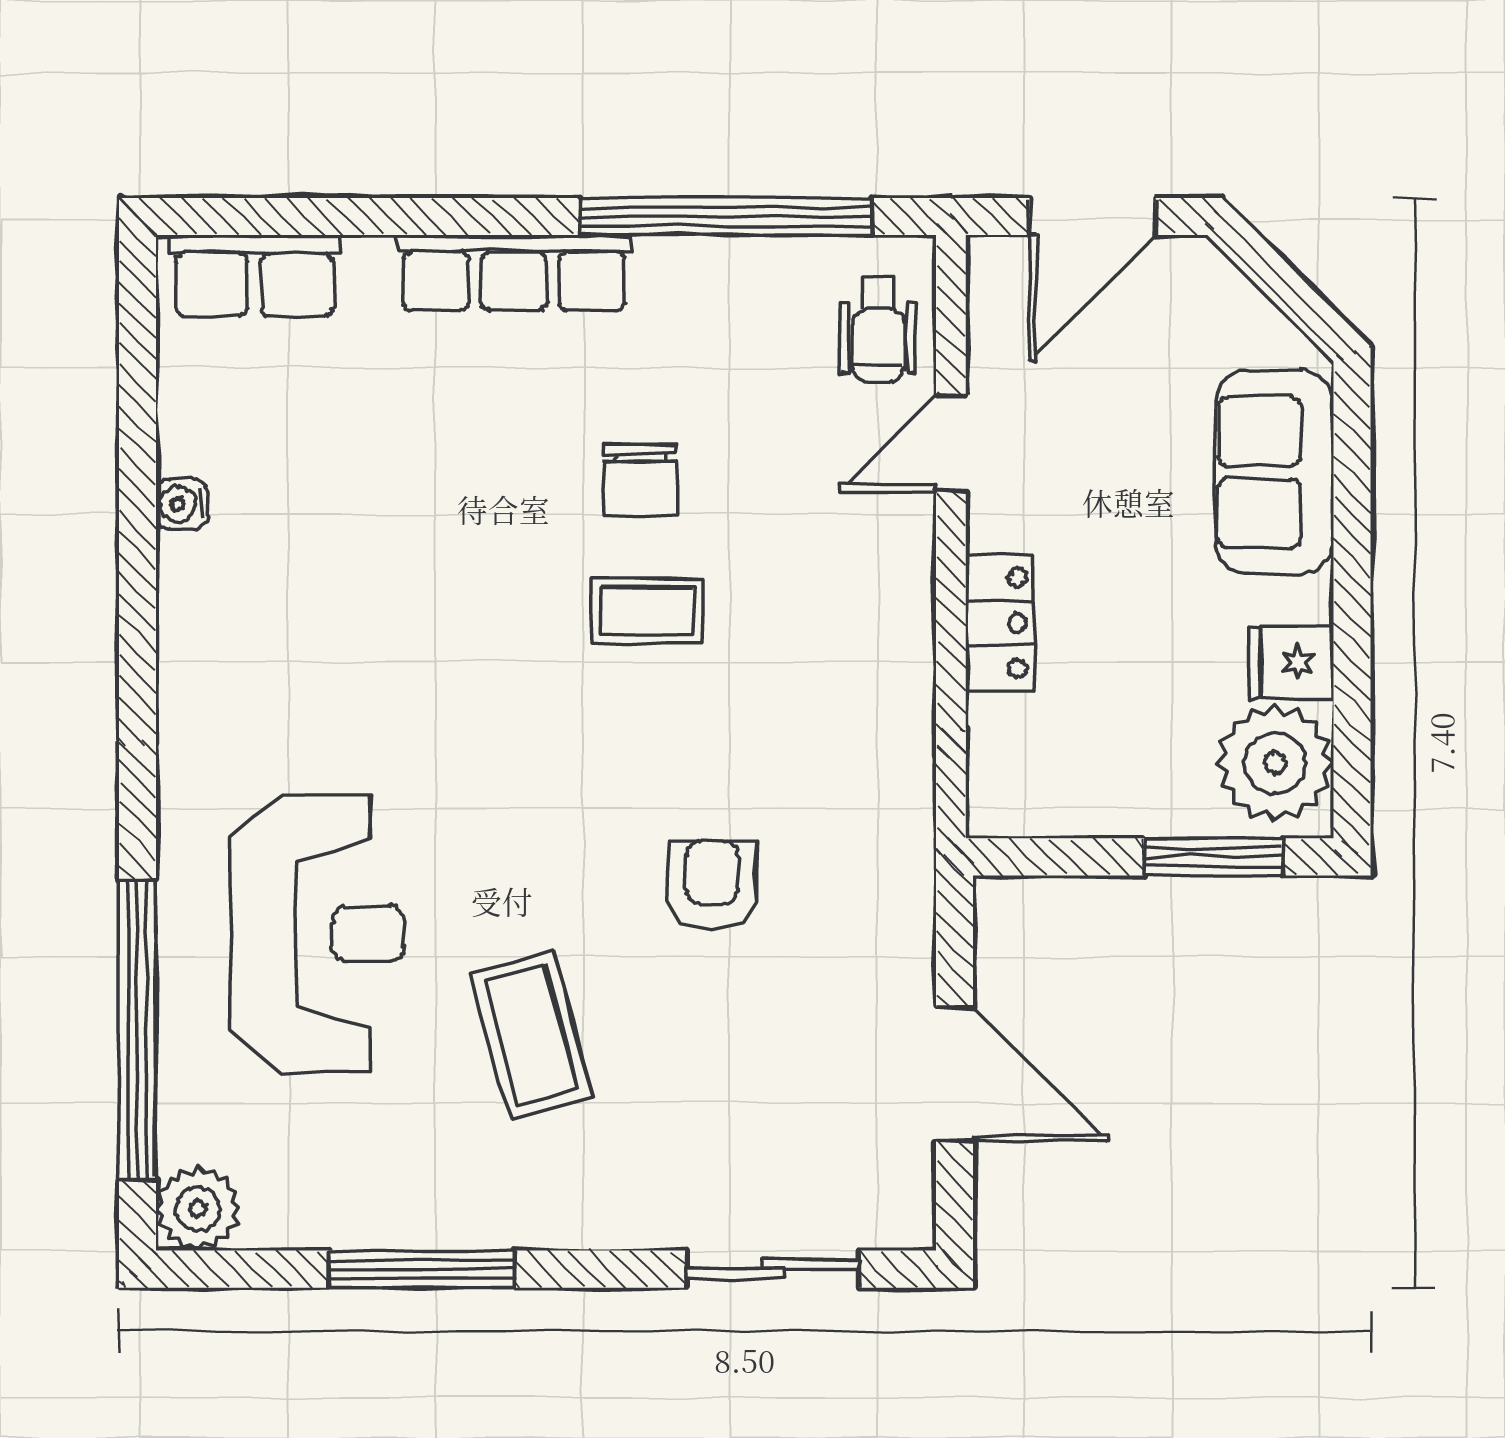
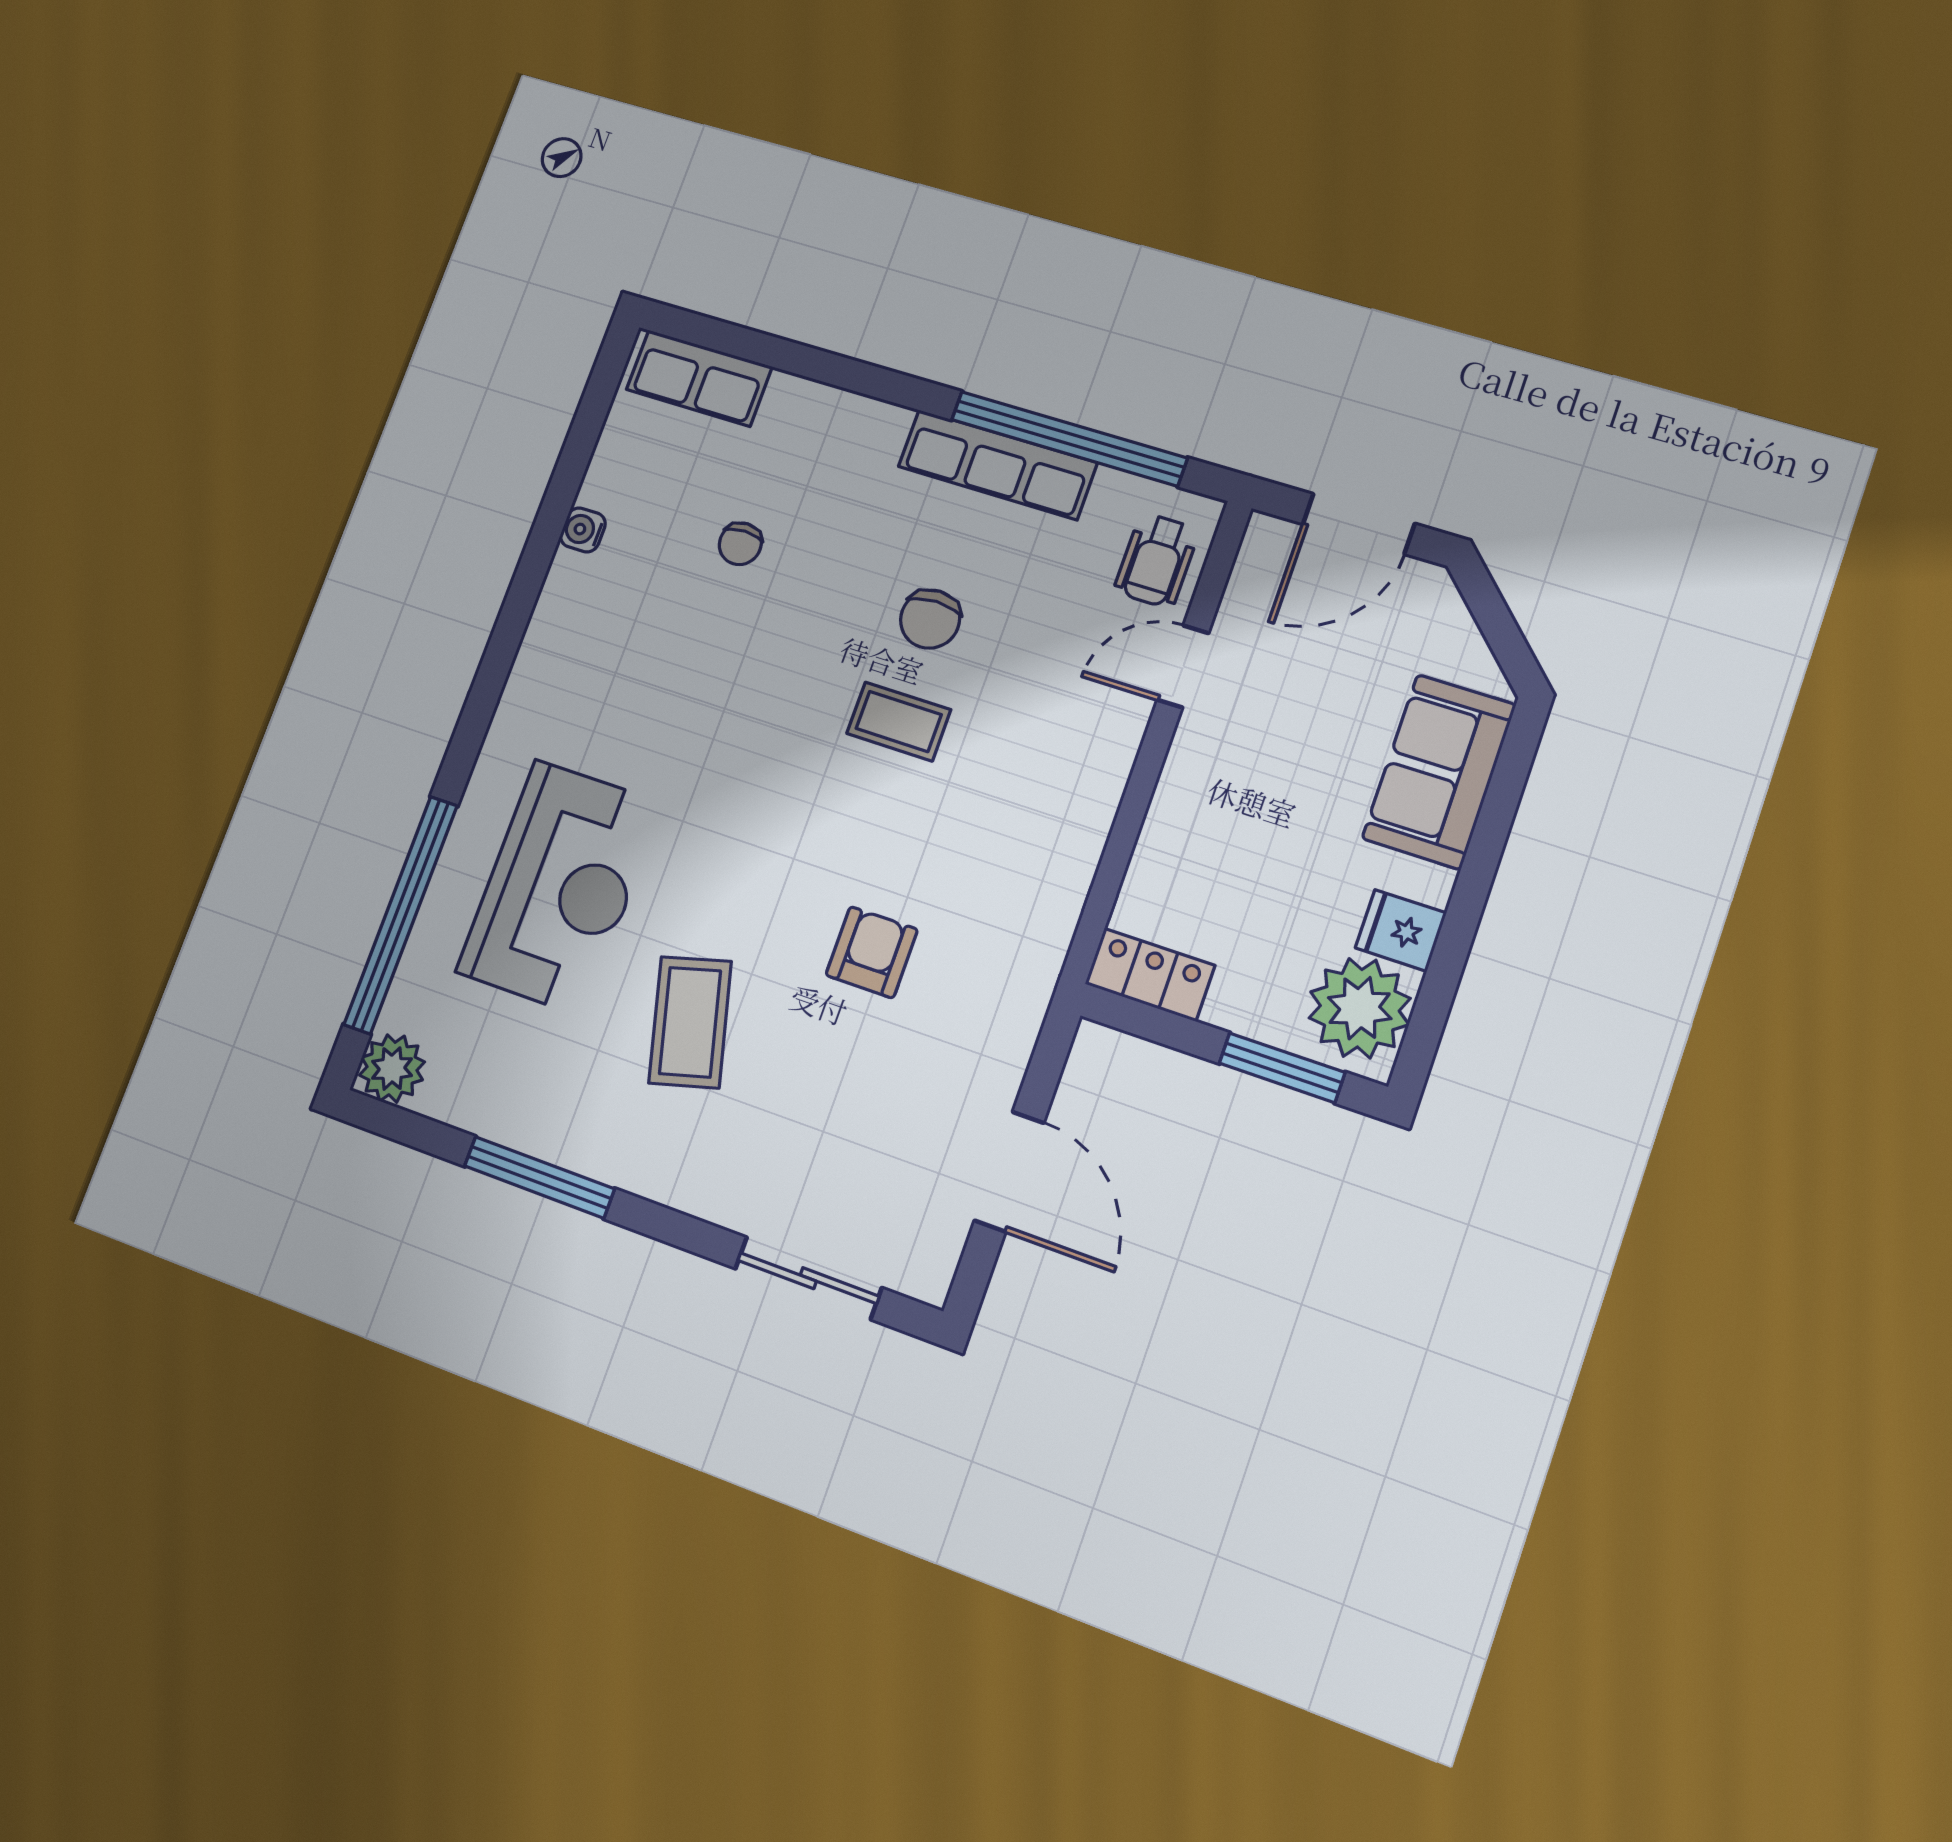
row of seats: (514, 273) -> (997, 465), moved
chair: (381, 461) -> (740, 544), added
locker: (1000, 623) -> (1150, 975), moved, turned -90

